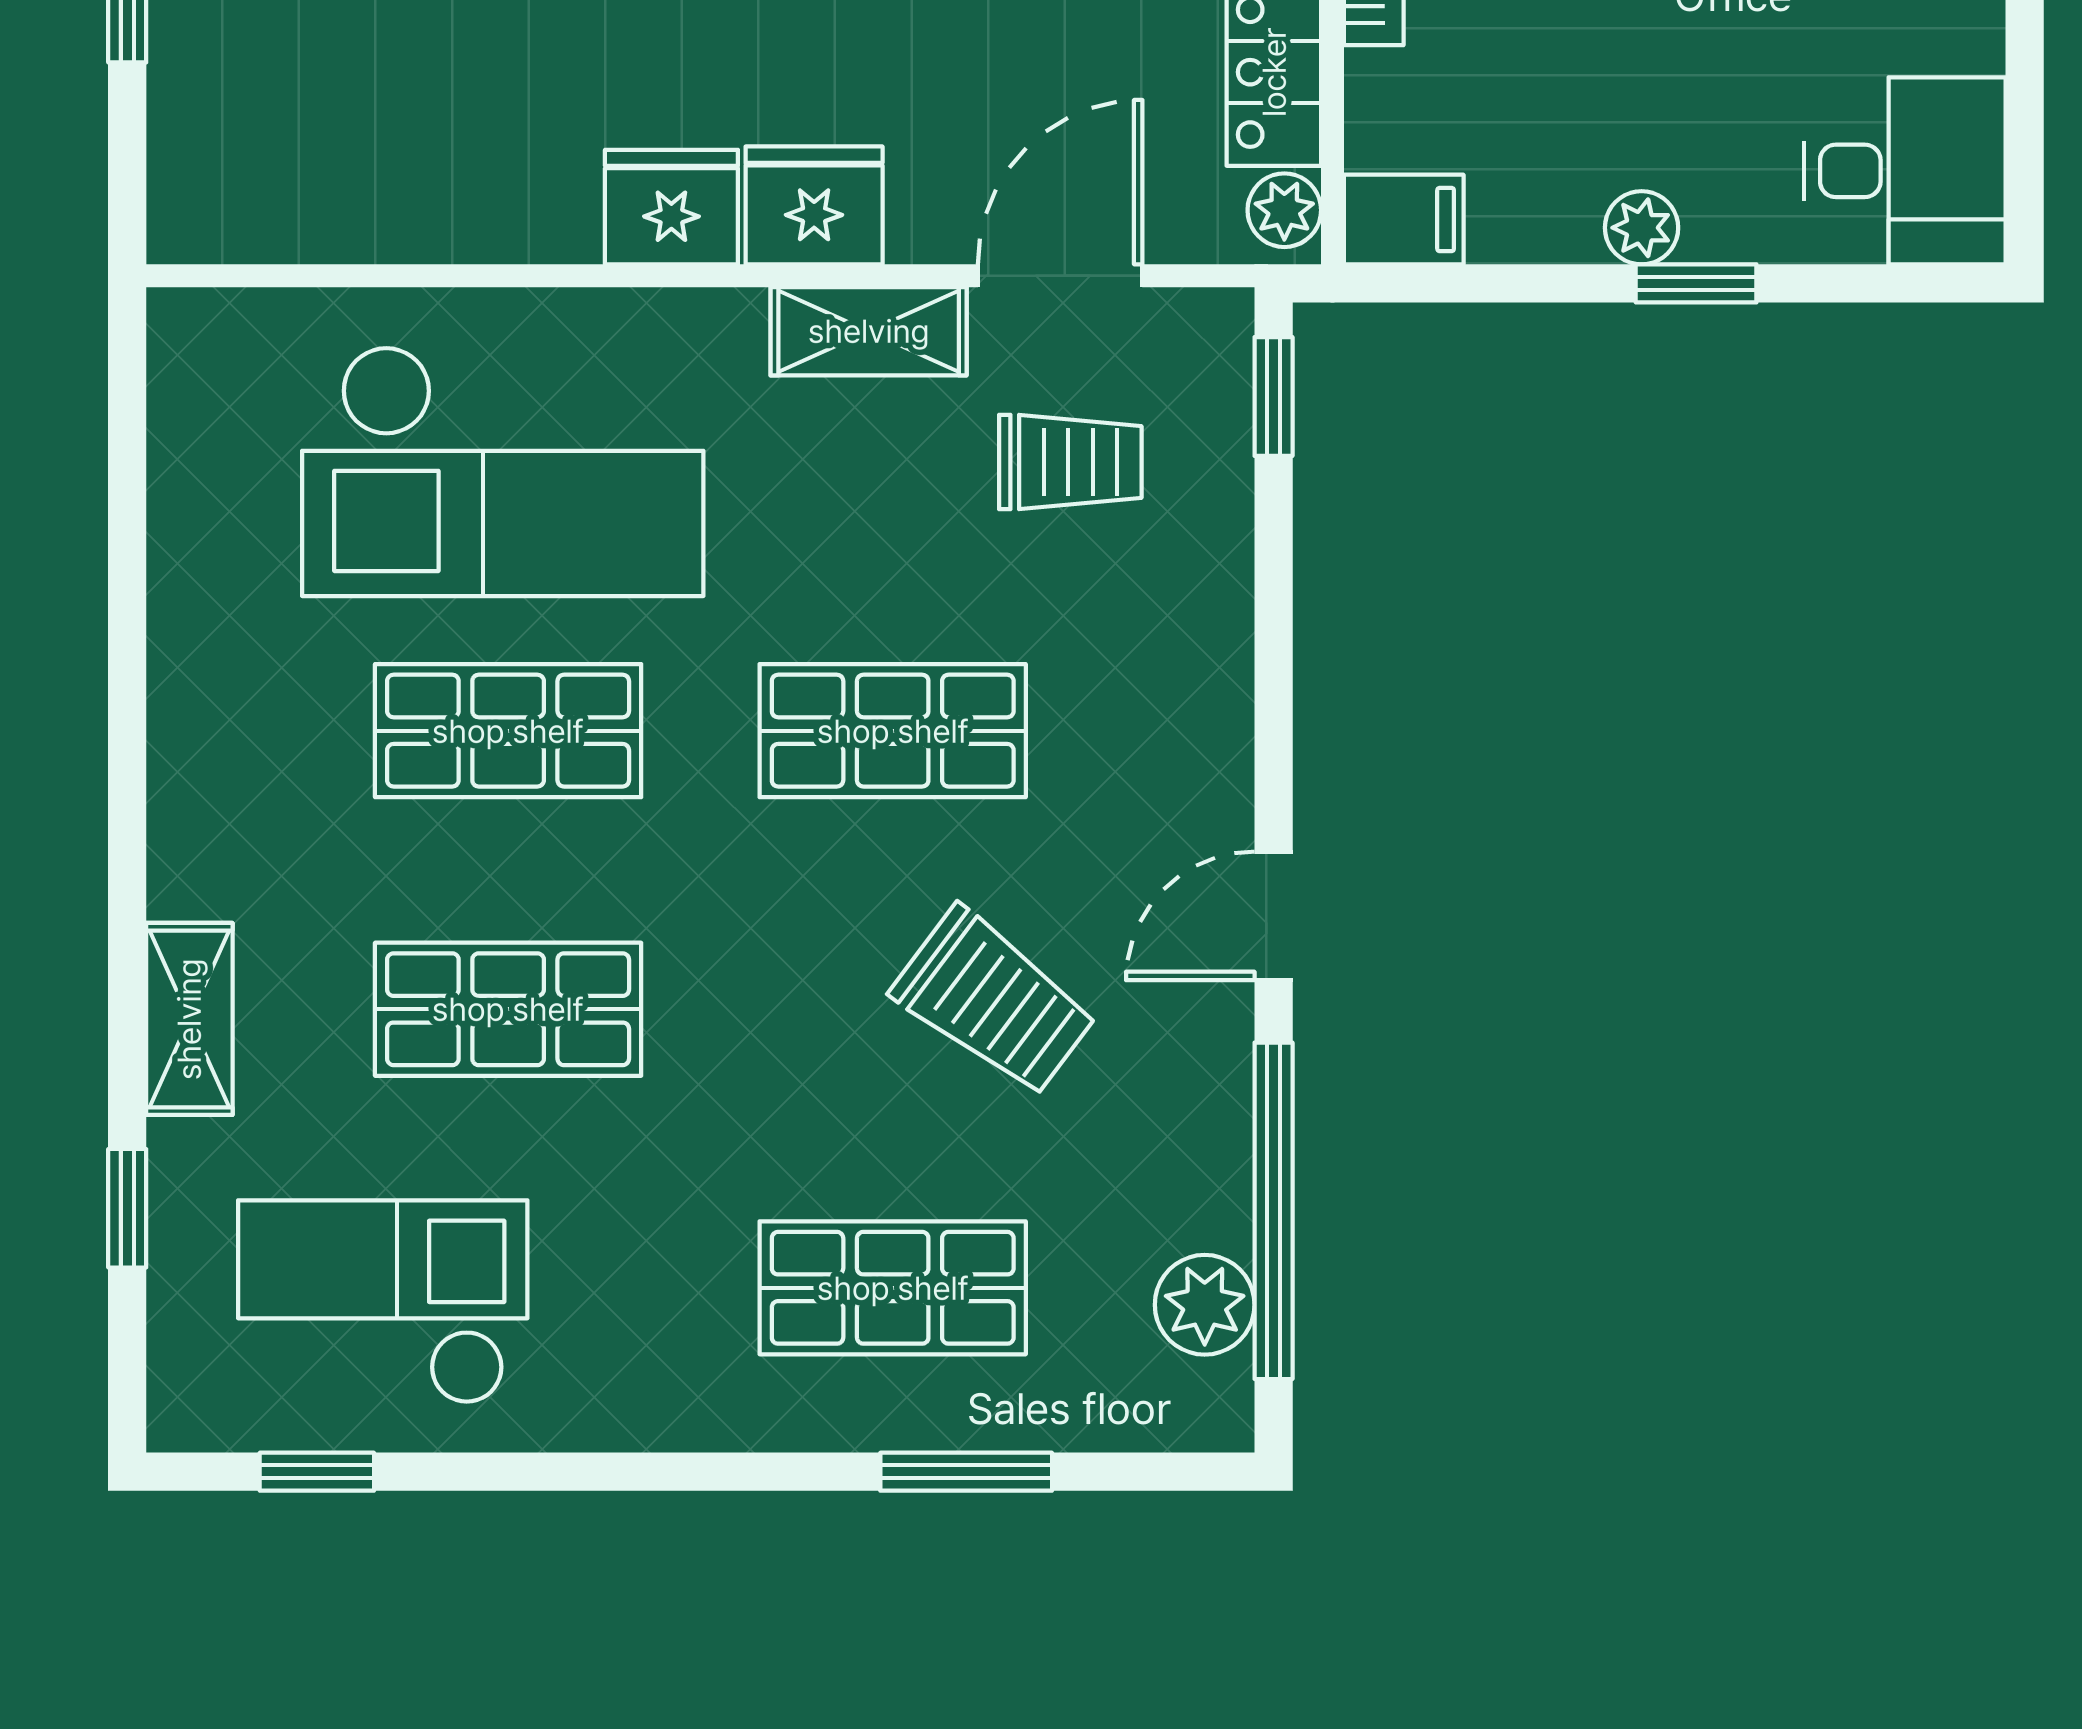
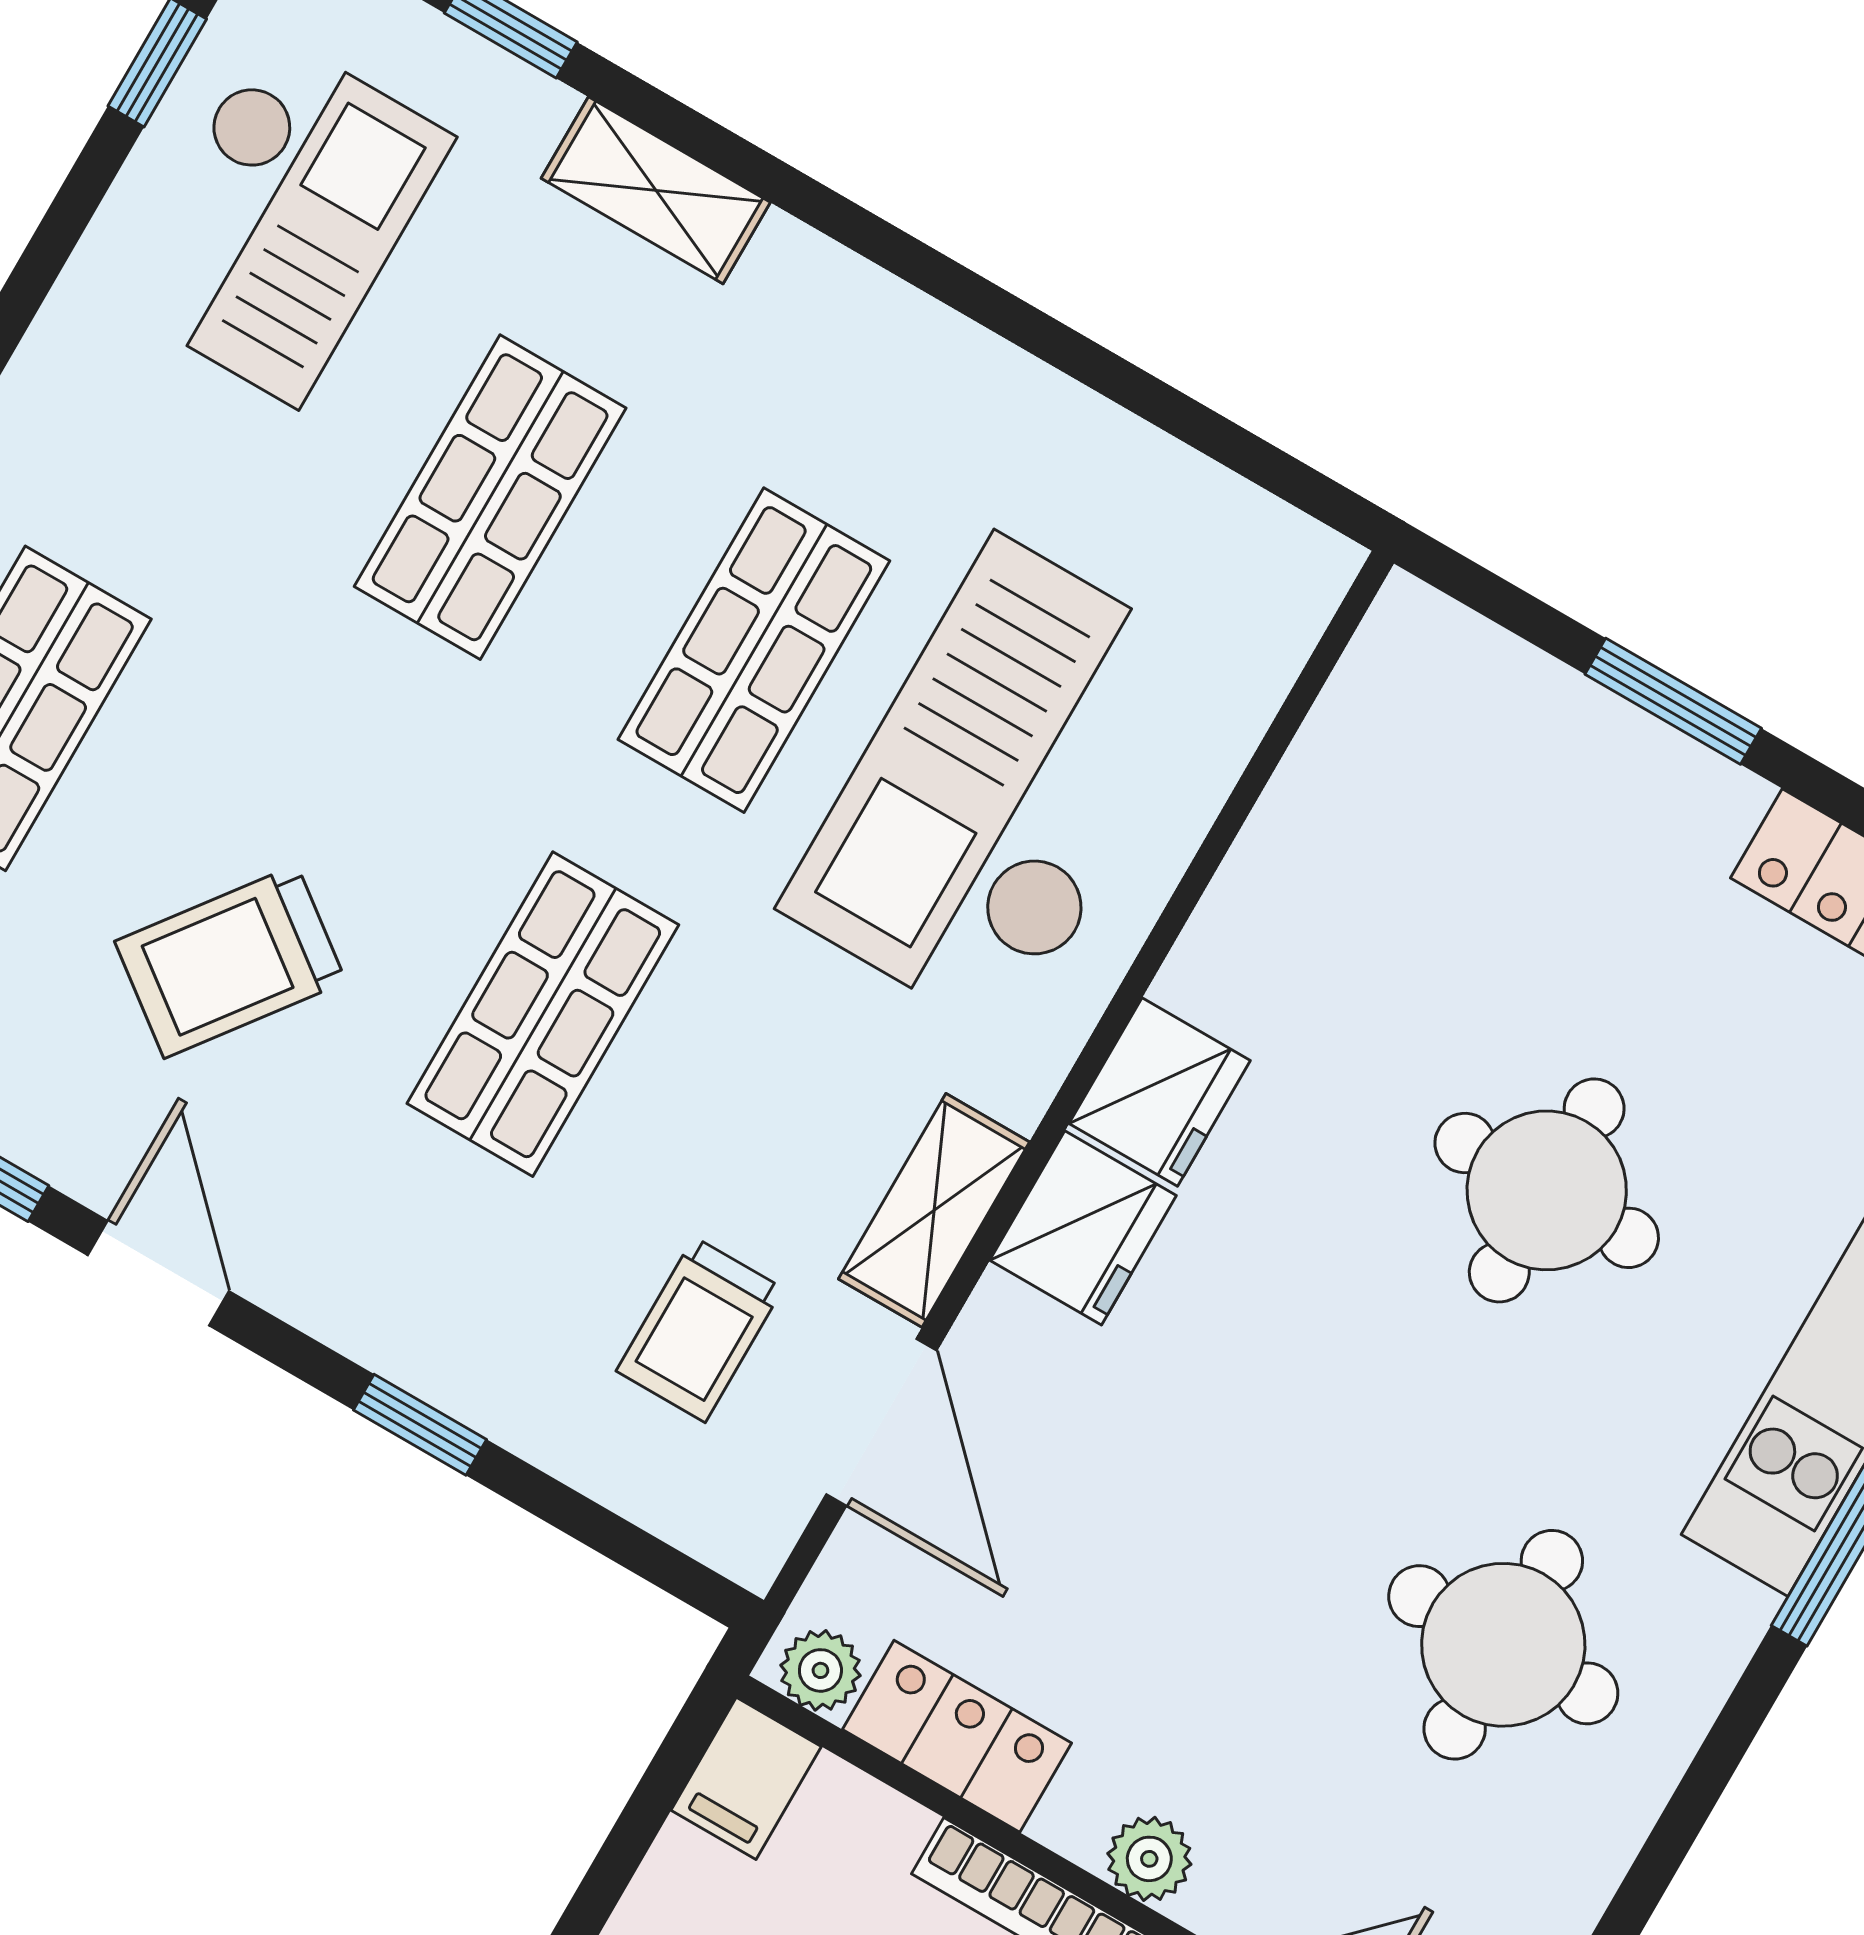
window: (1274, 396) -> (420, 1425), moved

